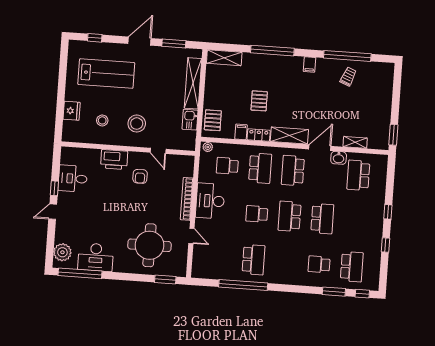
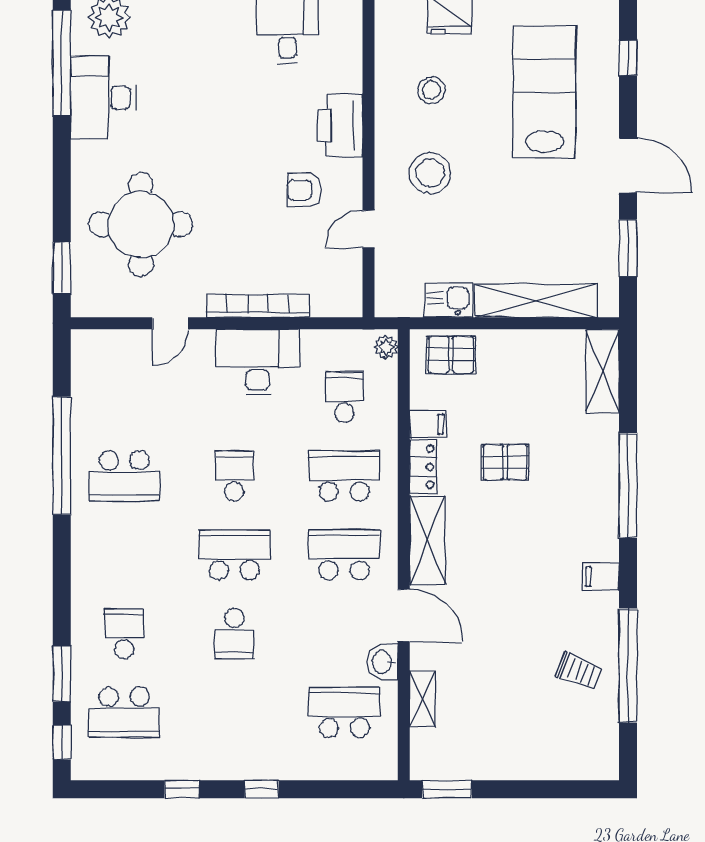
lab bench: (106, 74) -> (544, 92), turned 180
school desk: (260, 168) -> (344, 476), turned 180
school desk: (322, 219) -> (234, 634), width x0.54

